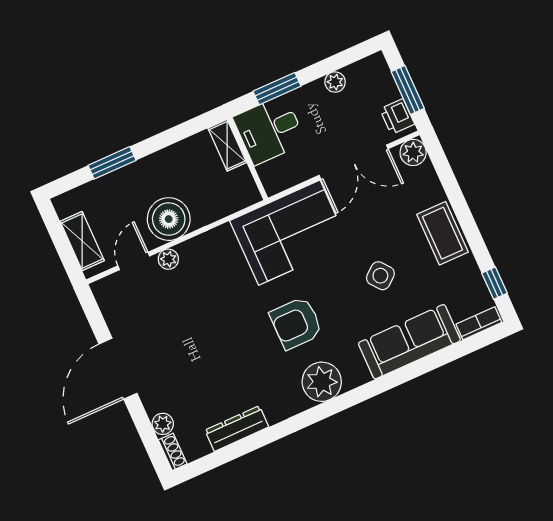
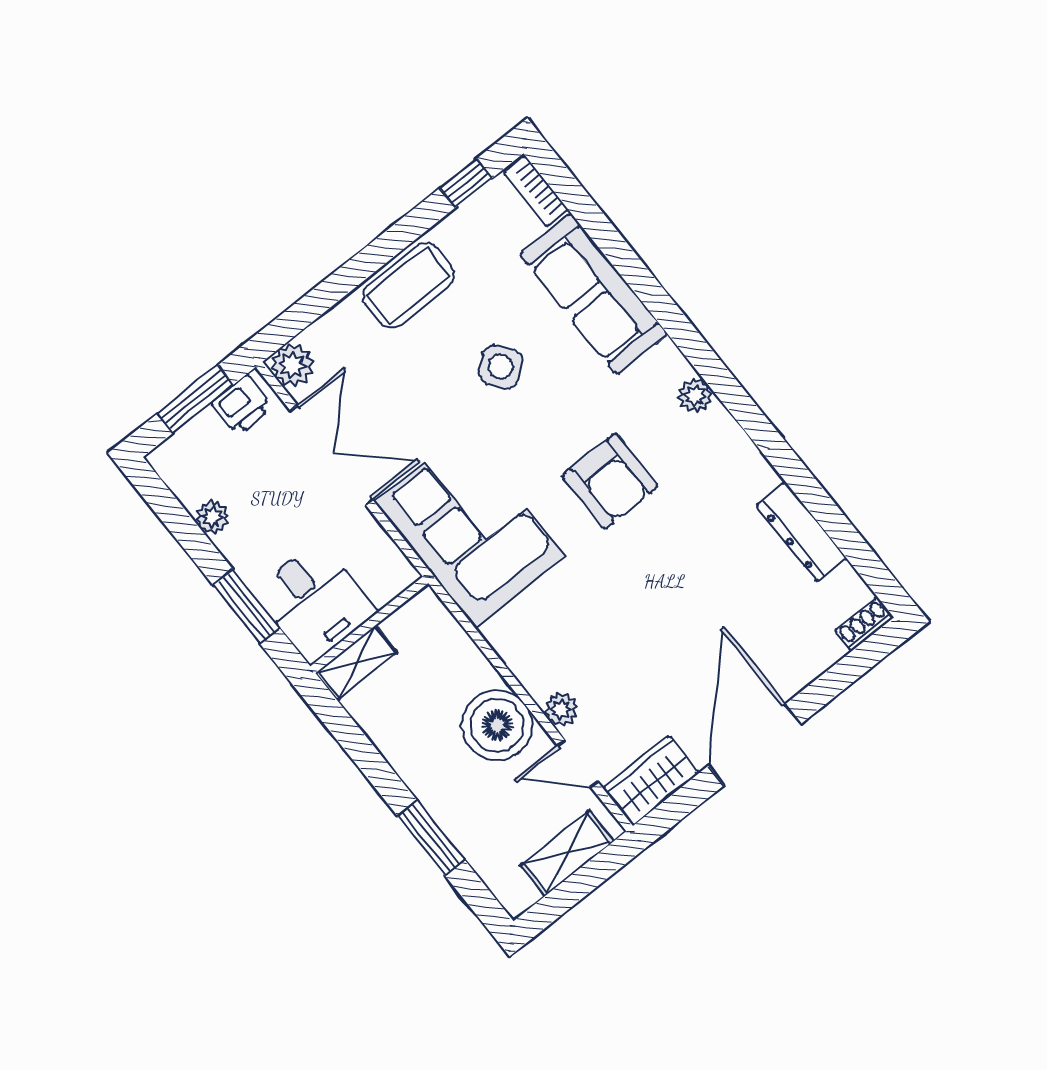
wardrobe: (113, 302) -> (651, 780), added
door: (118, 369) -> (755, 745), swing flipped
plant: (322, 382) -> (695, 396), width x0.53, depth x0.53
plant: (163, 424) -> (824, 651), removed

